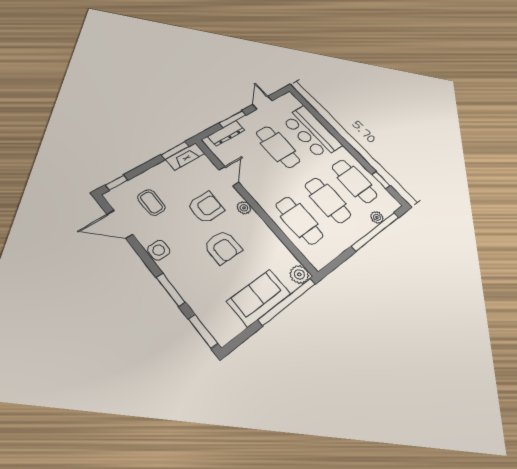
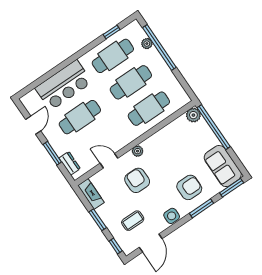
door: (262, 103) -> (33, 125), swing flipped
dresser: (226, 133) -> (70, 163), width x0.70
window: (175, 150) -> (98, 220), moved
armchair: (223, 247) -> (189, 187), moved
sofa: (259, 298) -> (223, 166), moved

